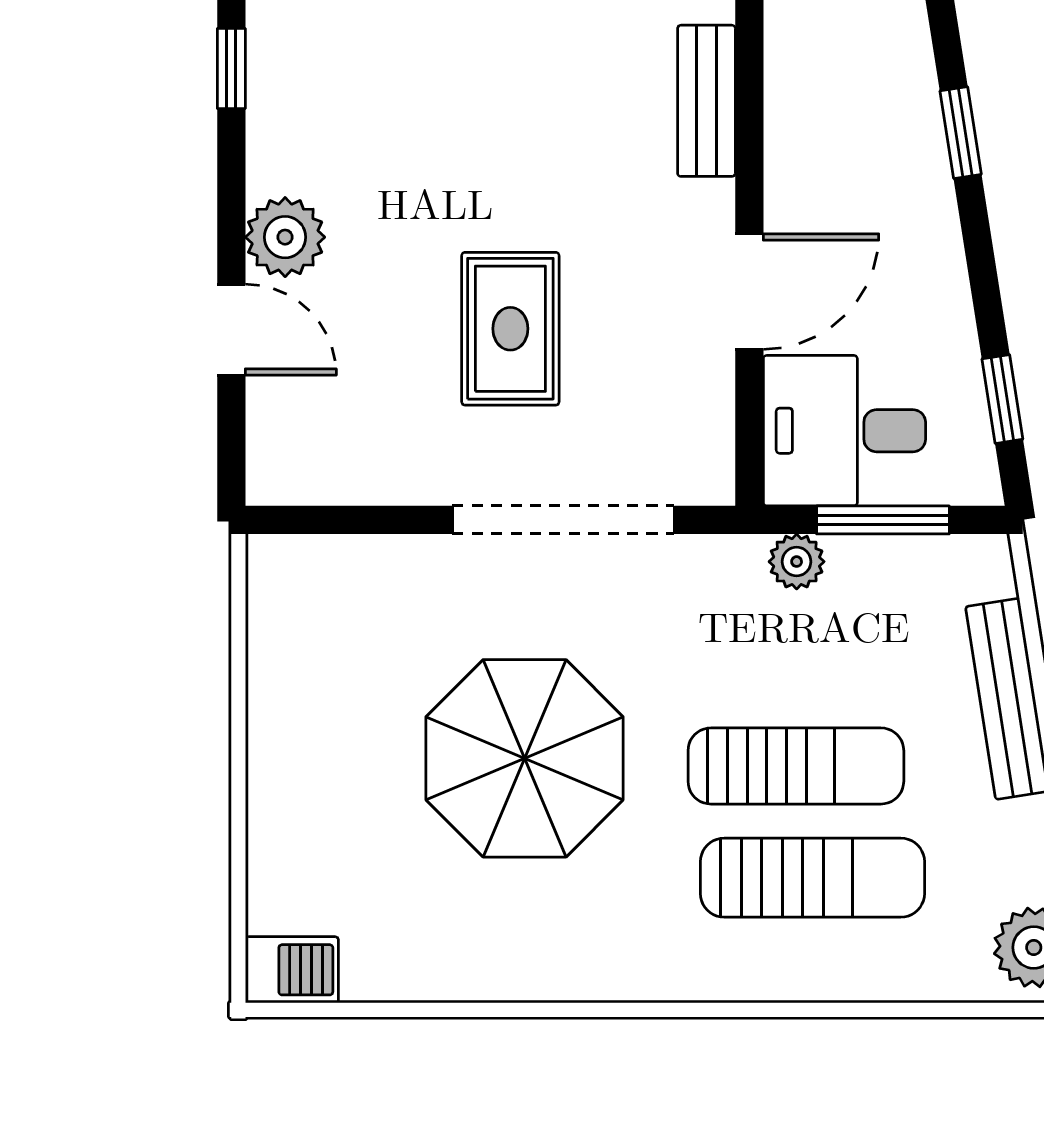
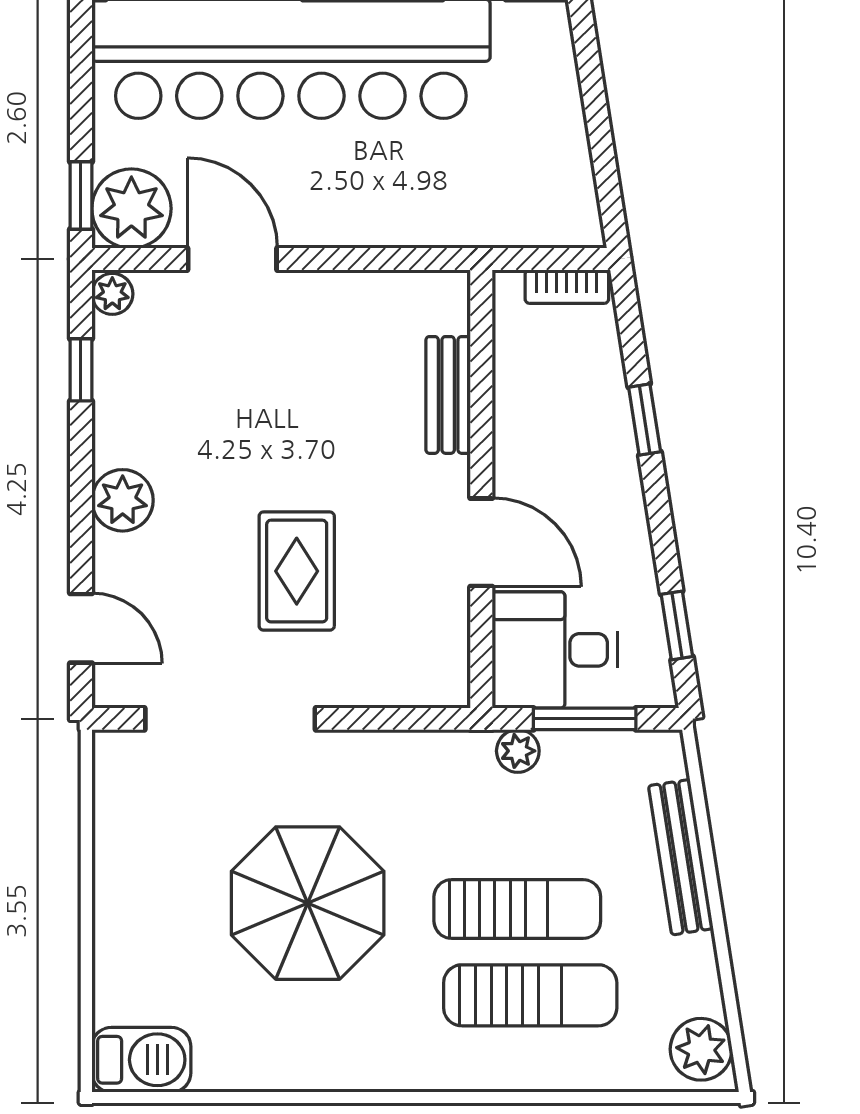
door: (749, 292) -> (481, 542), hinge flipped
door: (231, 330) -> (81, 628), moved
doorway: (563, 520) -> (230, 719), moved
barbecue: (292, 970) -> (141, 1060), width x1.38, depth x1.27

